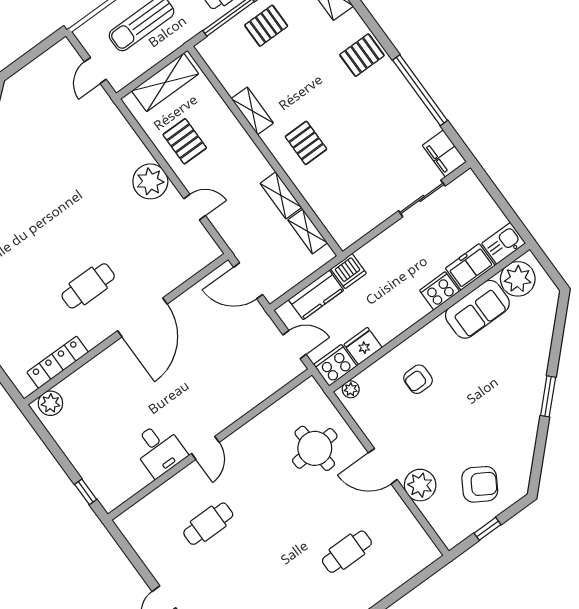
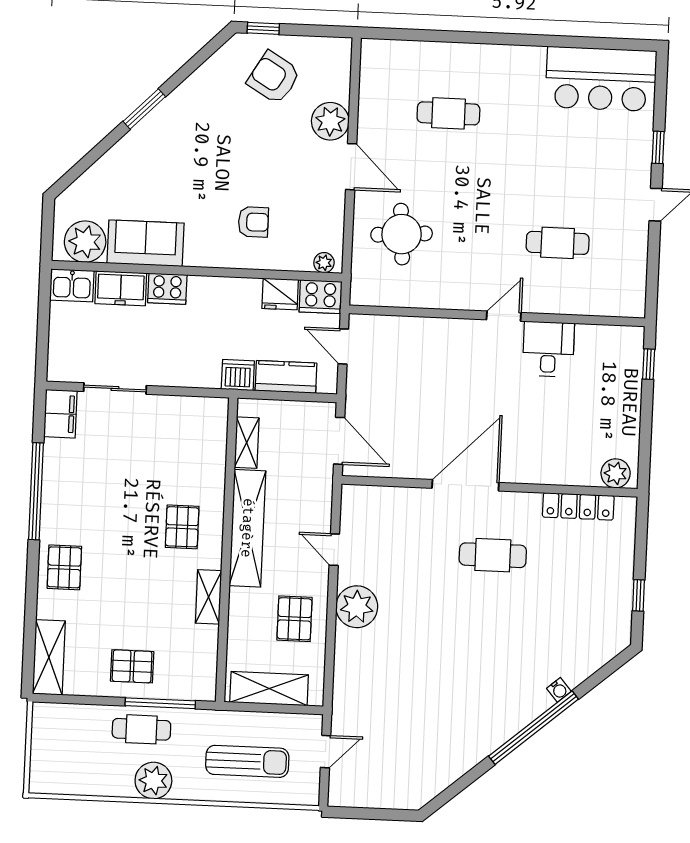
pallet: (362, 55) -> (64, 567), turned 90
shelving: (281, 195) -> (247, 528), width x2.20, depth x1.33
window: (488, 529) -> (263, 28), moved

